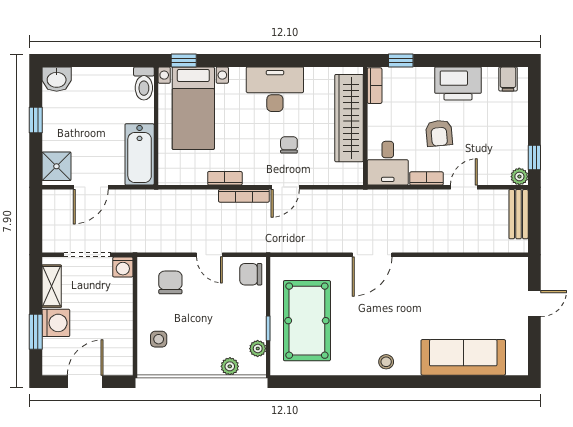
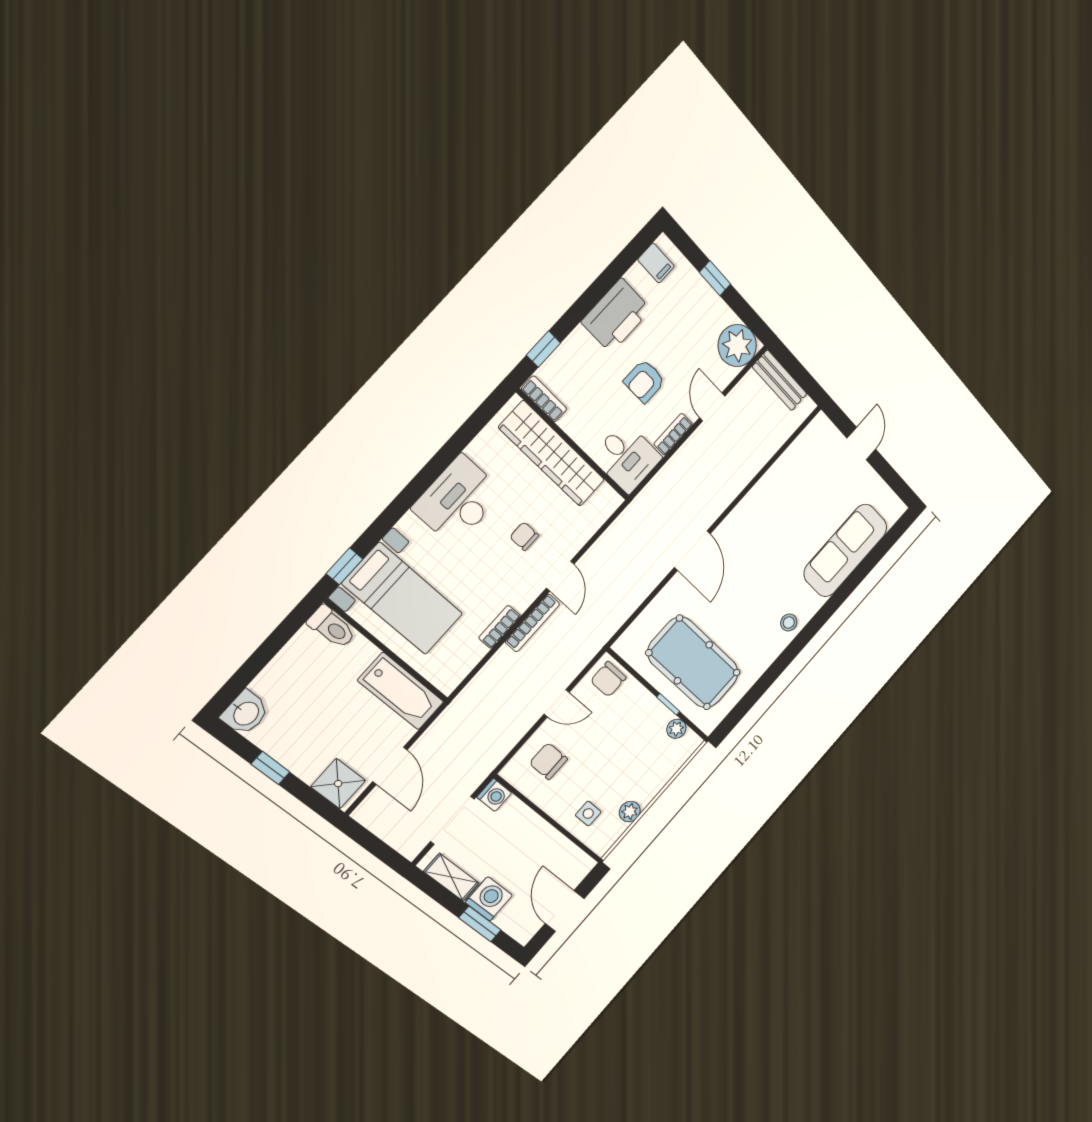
armchair: (439, 133) -> (644, 381), turned 95
window: (534, 157) -> (715, 278), moved
plant: (519, 177) -> (737, 346), width x1.88, depth x1.88
plant: (230, 366) -> (630, 812), moved

